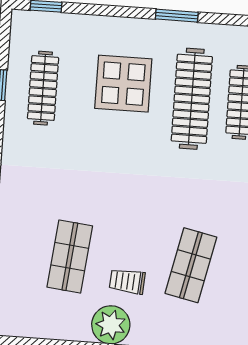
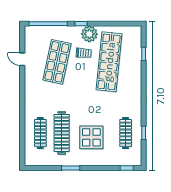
shop shelf: (70, 257) -> (109, 62), width x2.00, depth x1.36
shop shelf: (191, 265) -> (57, 62), width x1.43, depth x1.36

